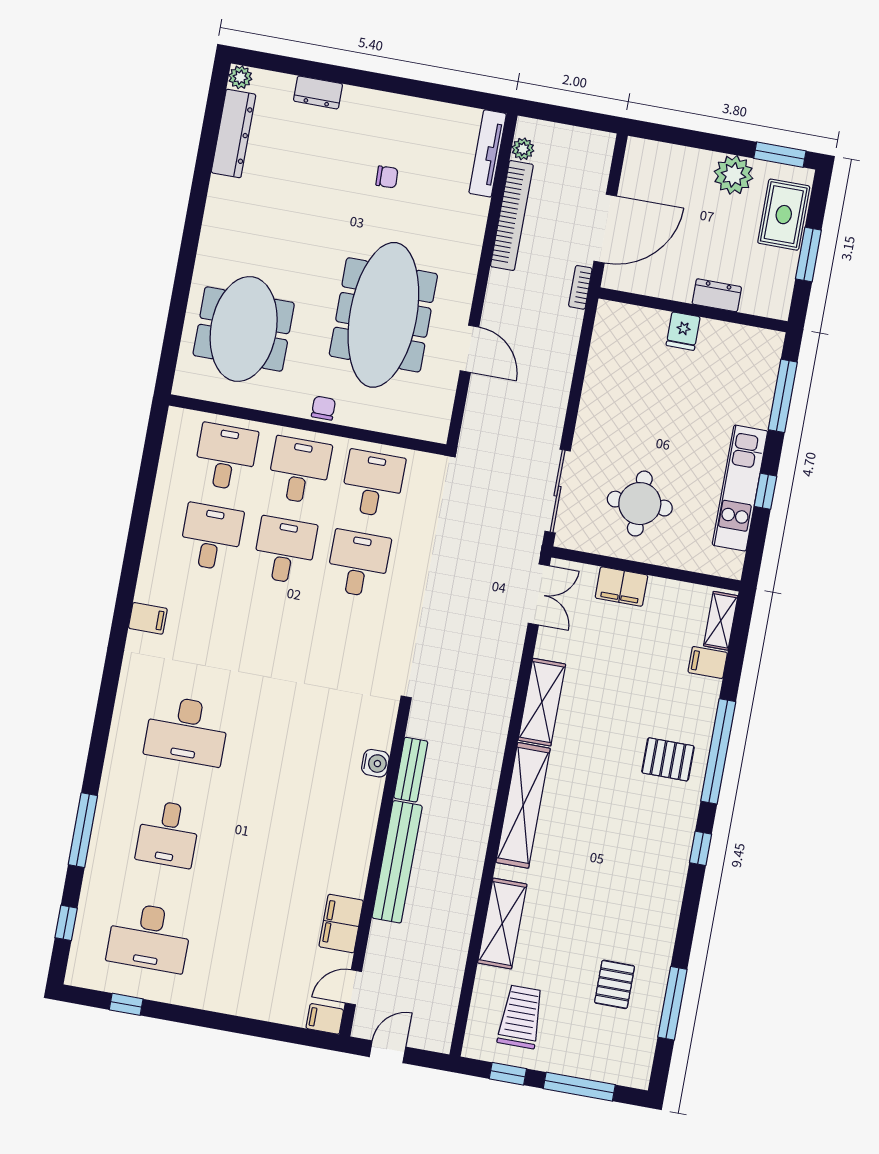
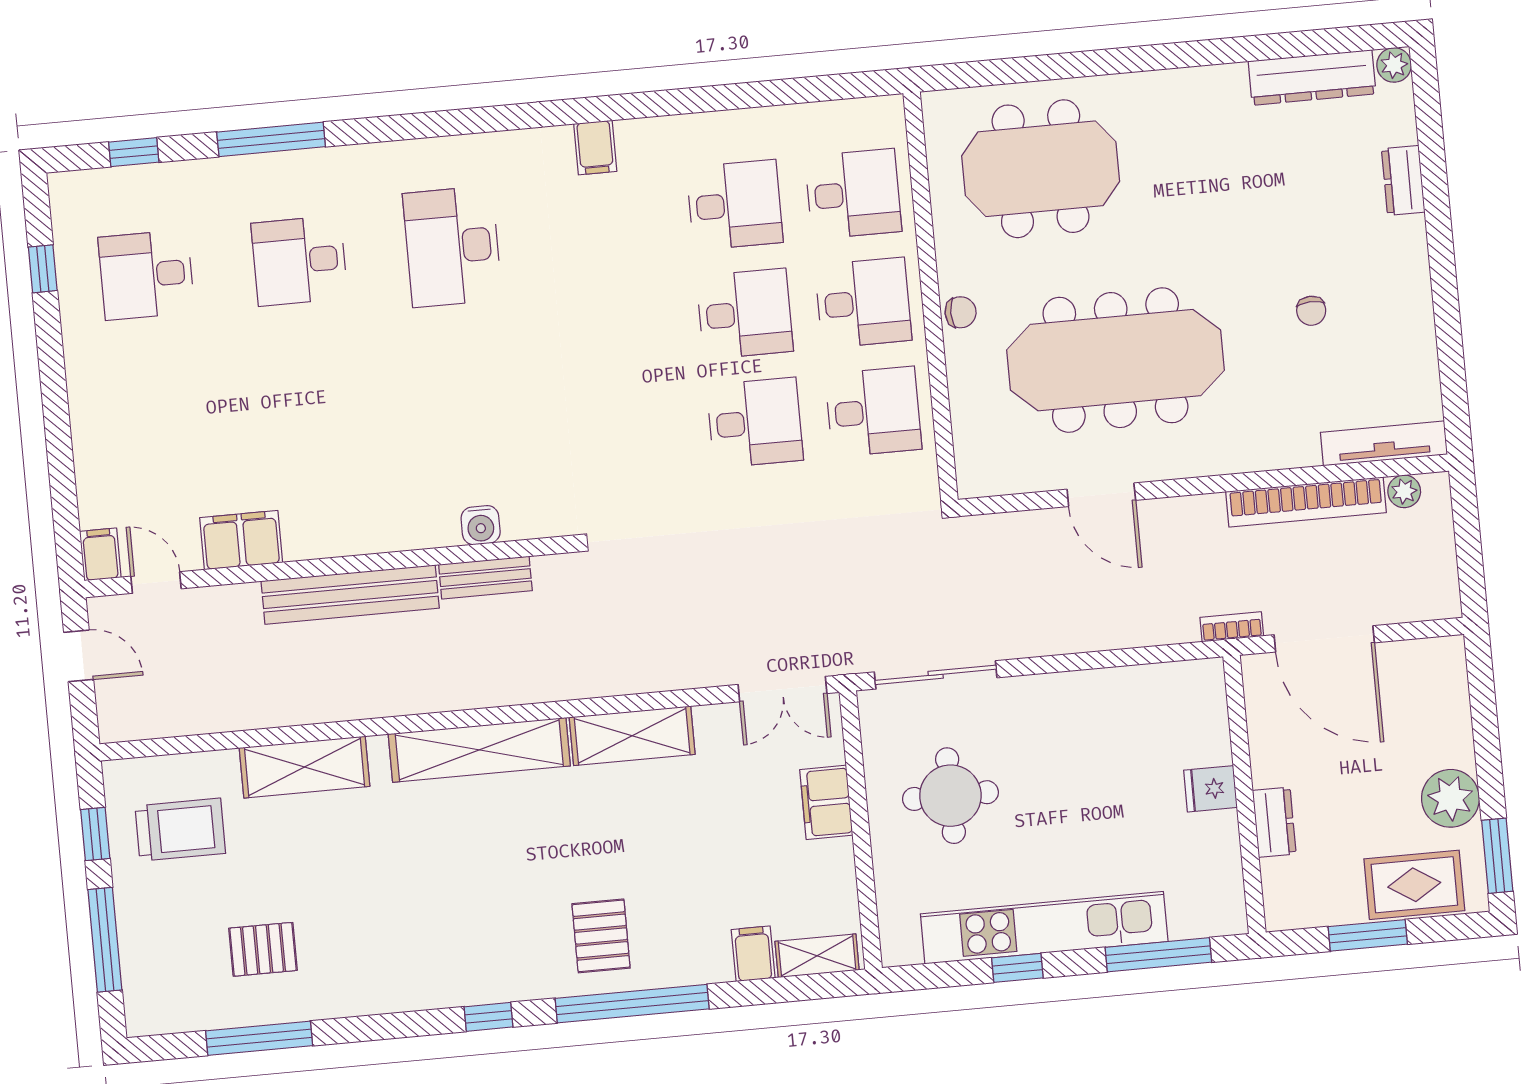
door: (469, 349) -> (1101, 495), hinge flipped
kitchen unit: (740, 488) -> (1044, 928), width x1.36
desk: (149, 937) -> (146, 275), width x0.73

